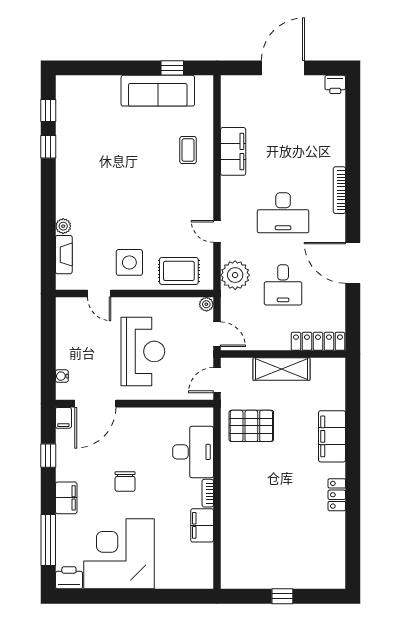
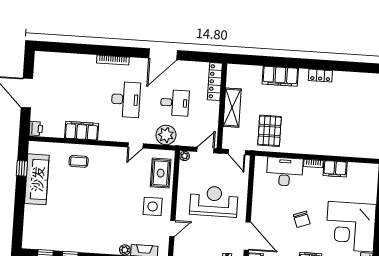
printer: (335, 84) -> (36, 129), moved
chair: (125, 481) -> (302, 219), turned 70

